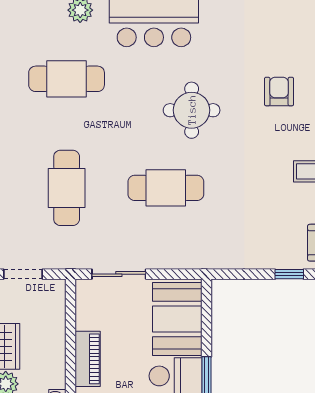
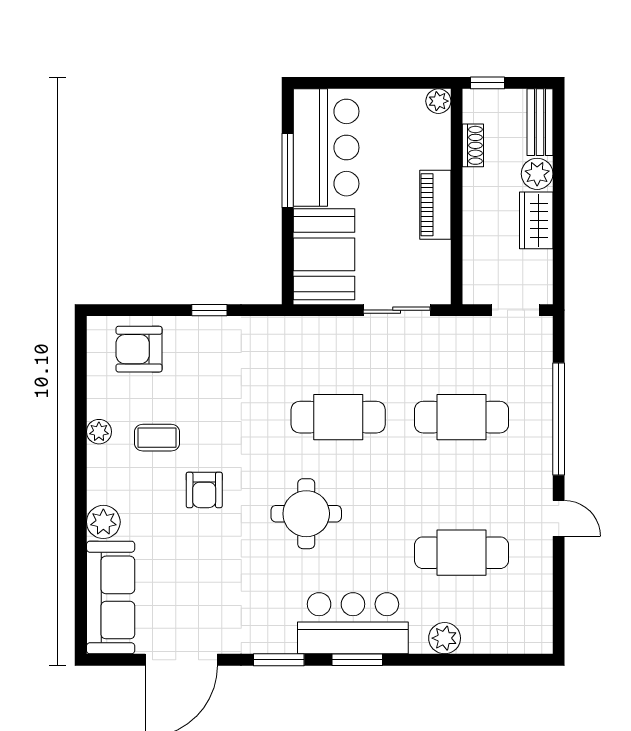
armchair: (279, 92) -> (204, 490), moved
cafe table: (67, 188) -> (462, 417), turned 90
window: (289, 274) -> (209, 310), moved

